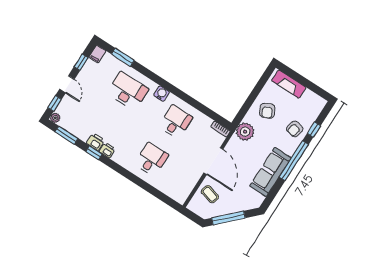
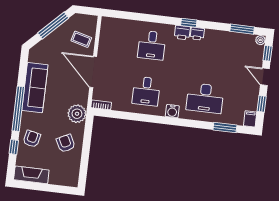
fireplace: (289, 84) -> (31, 175), moved
printer: (95, 142) -> (182, 33), moved
window: (94, 153) -> (189, 23), moved

